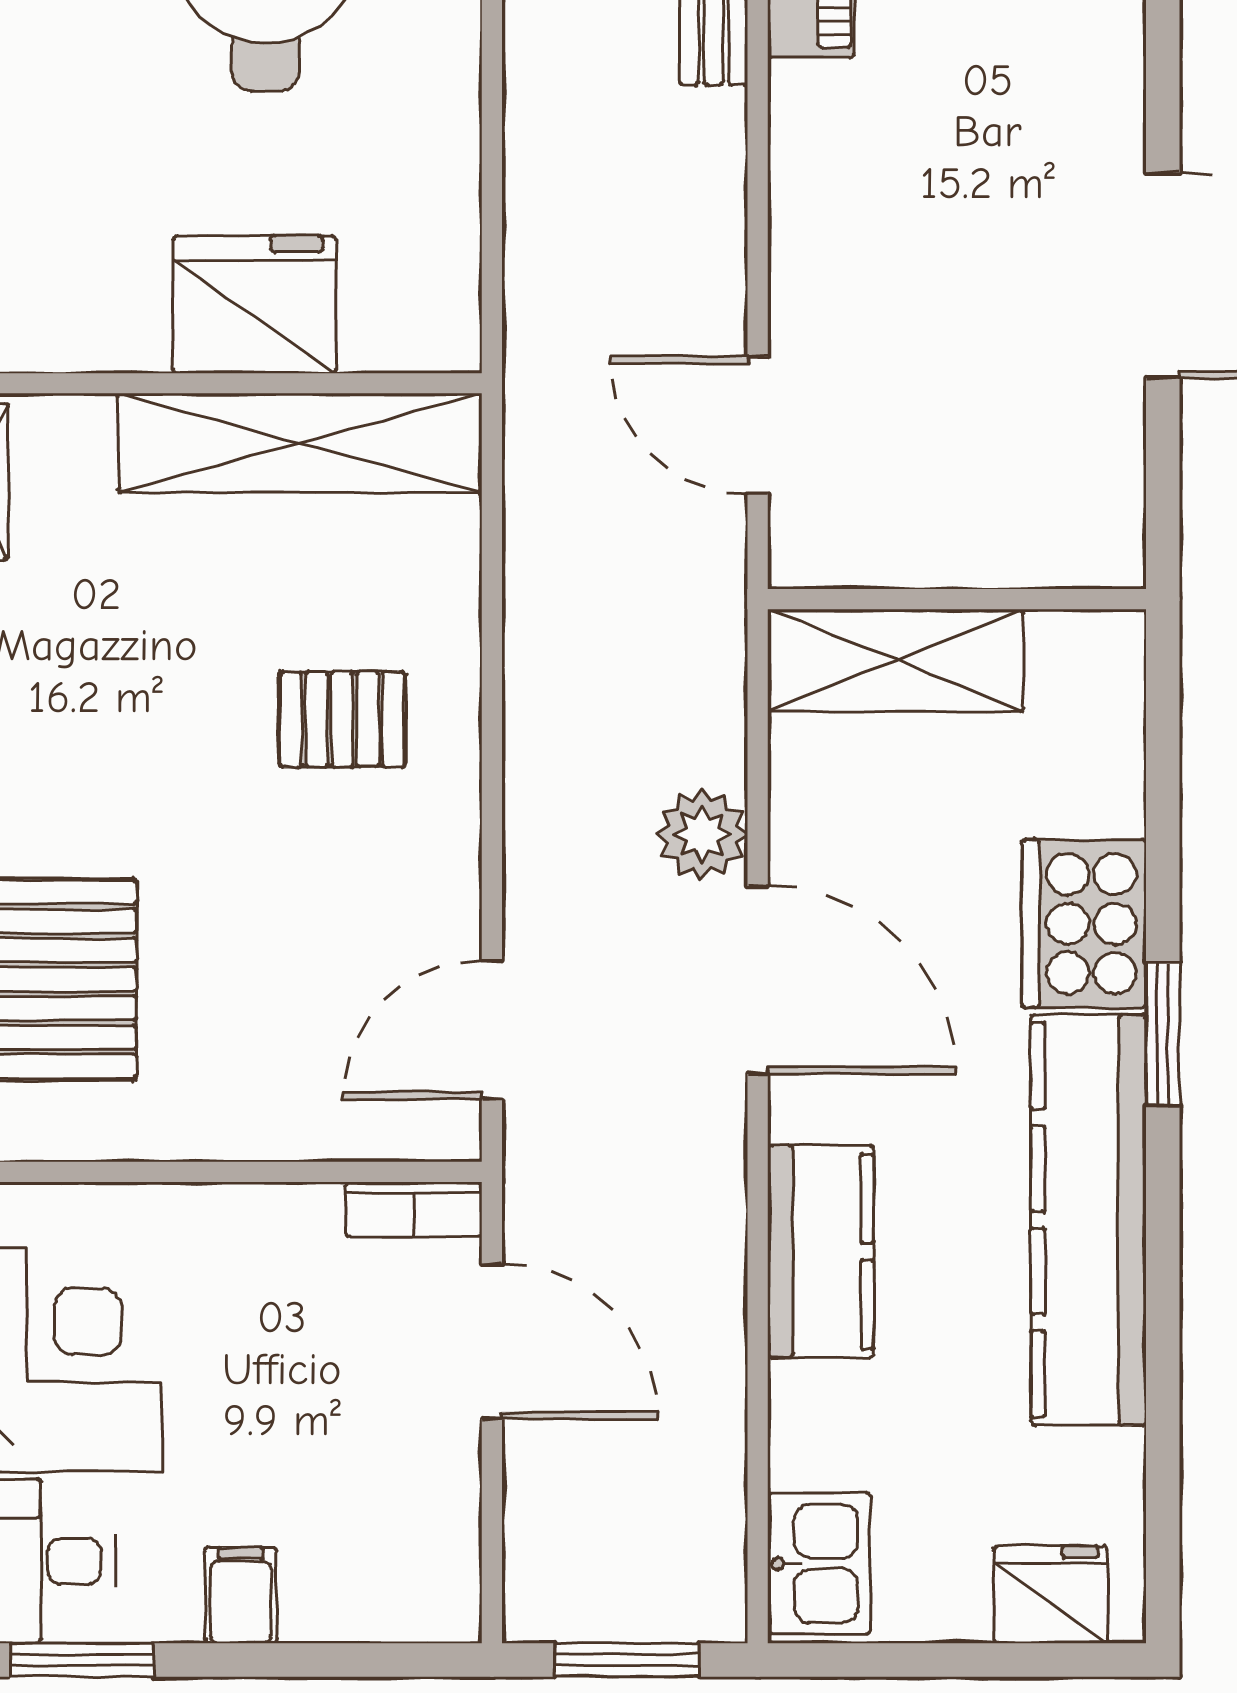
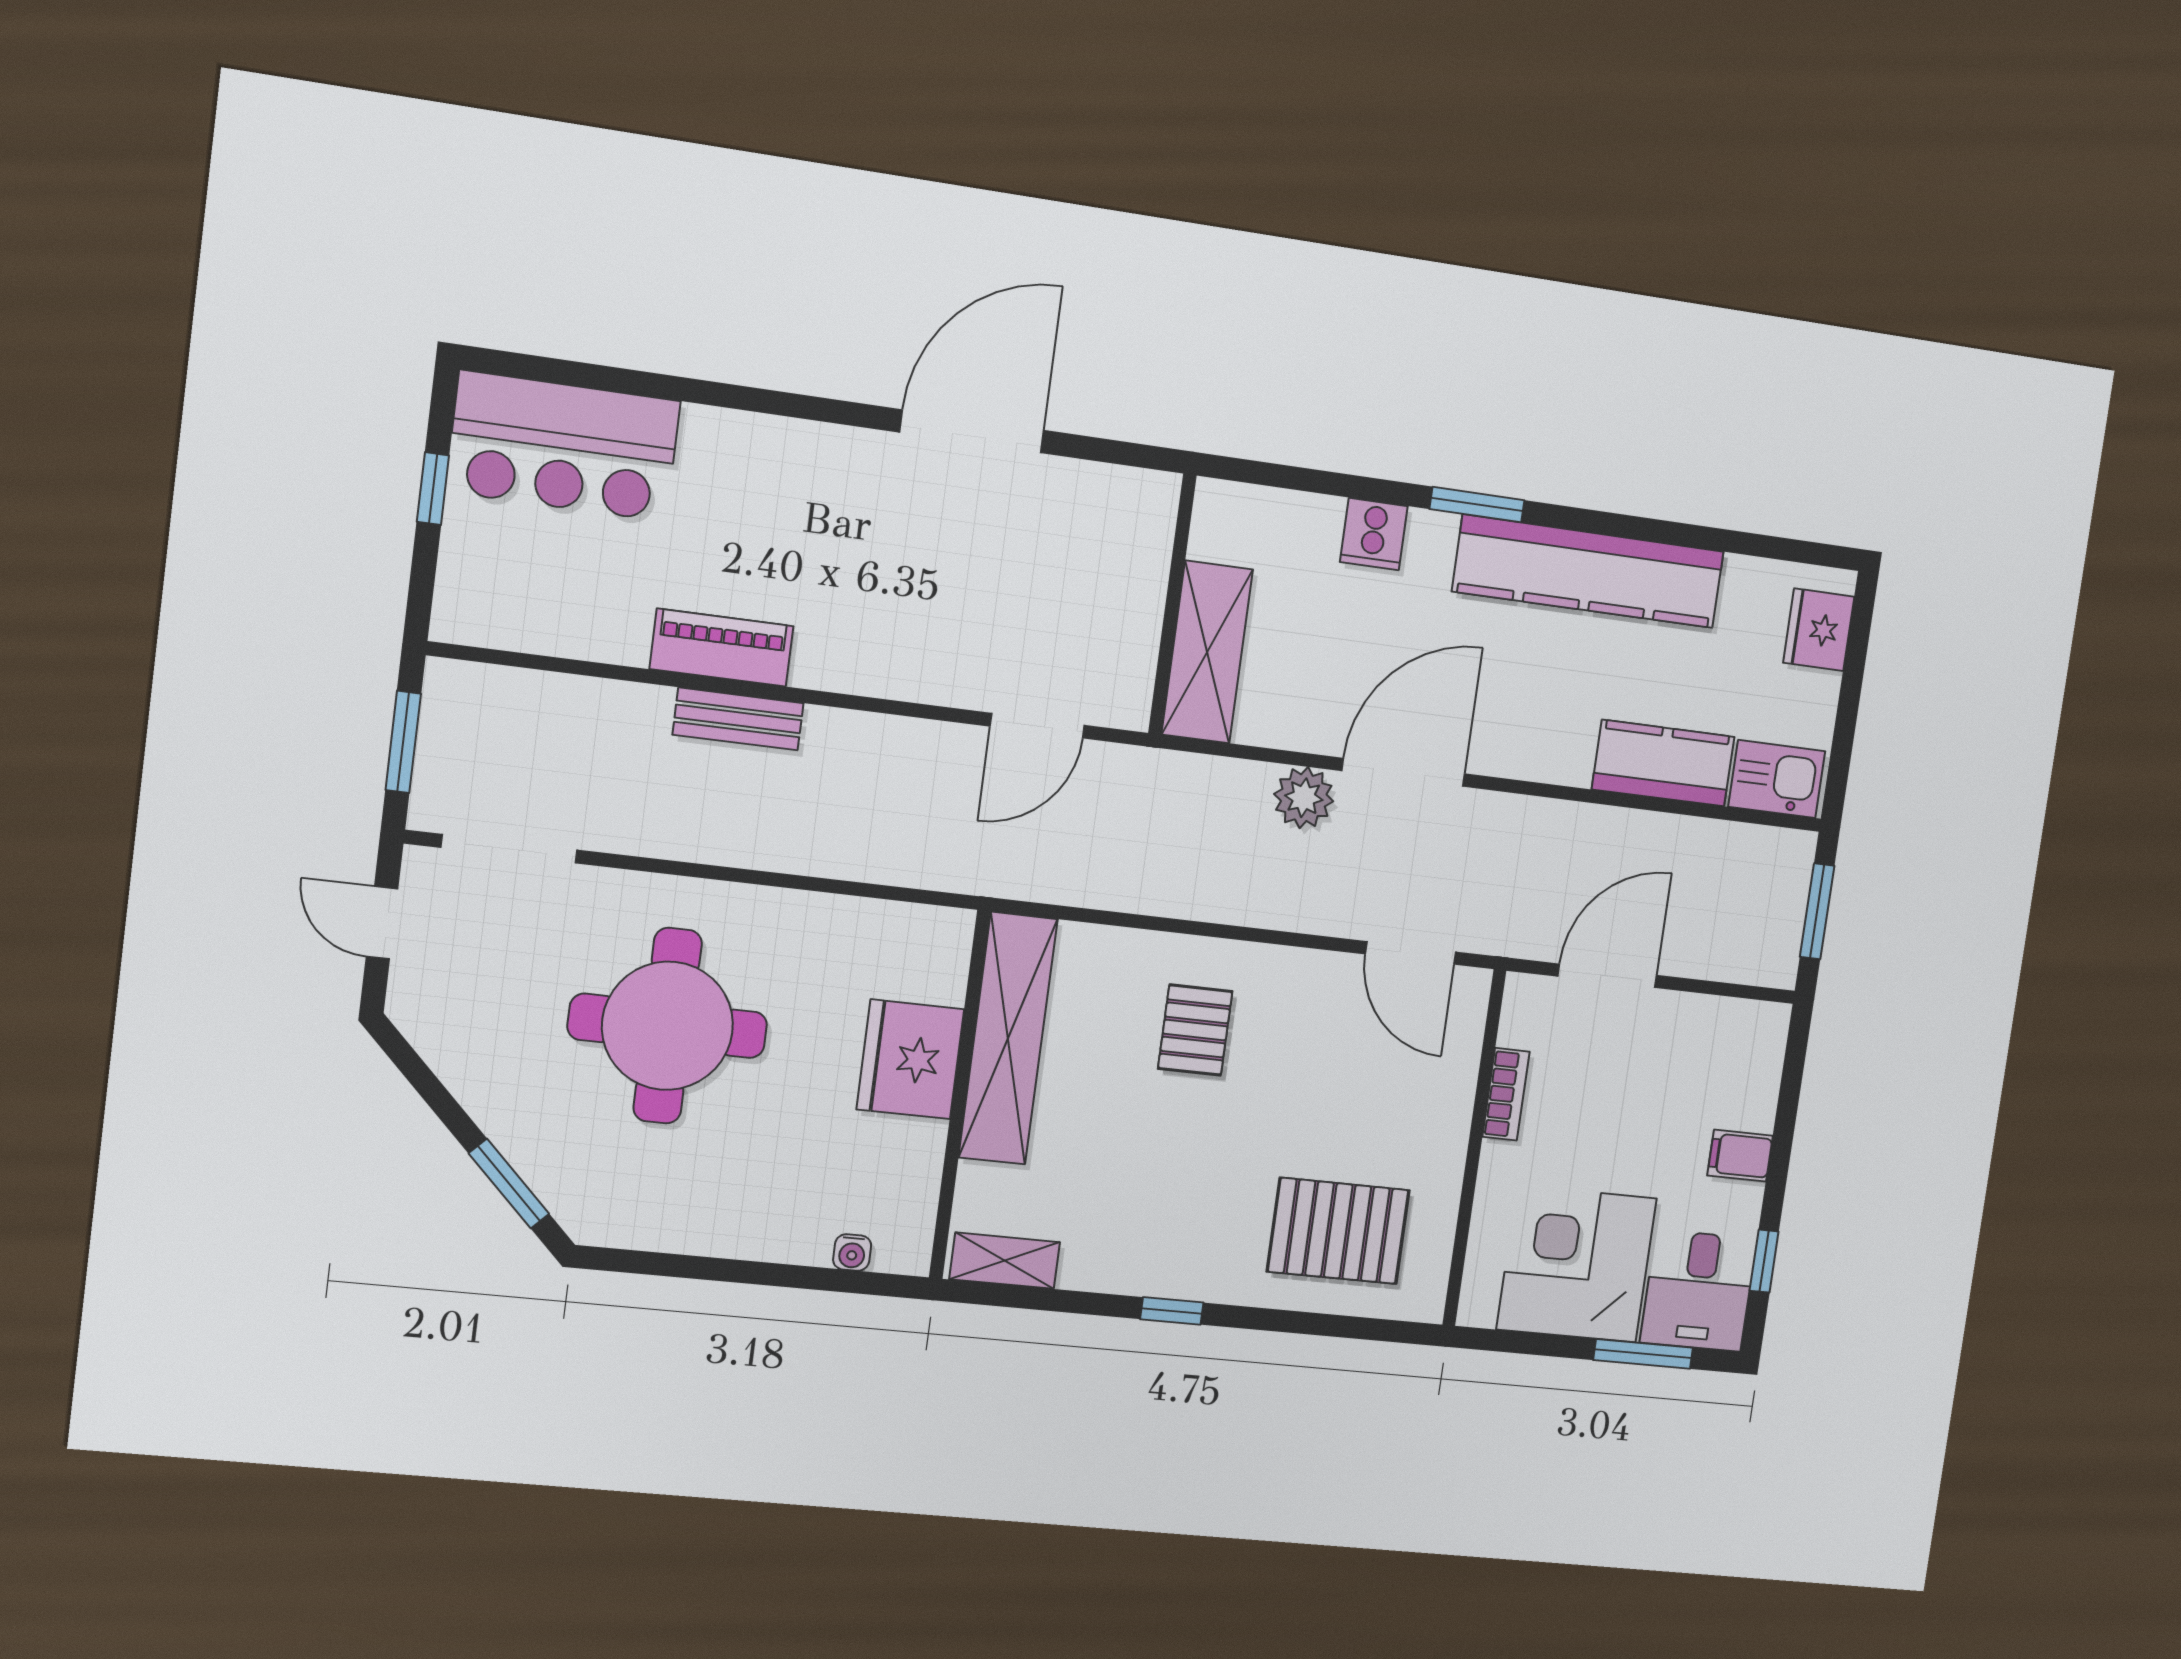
cooker: (1084, 924) -> (1374, 534), width x0.53, depth x0.76
bookcase: (414, 1209) -> (1506, 1094), moved
kitchen counter: (821, 1252) -> (1663, 763), moved
window: (82, 1660) -> (1764, 1261), width x0.67

